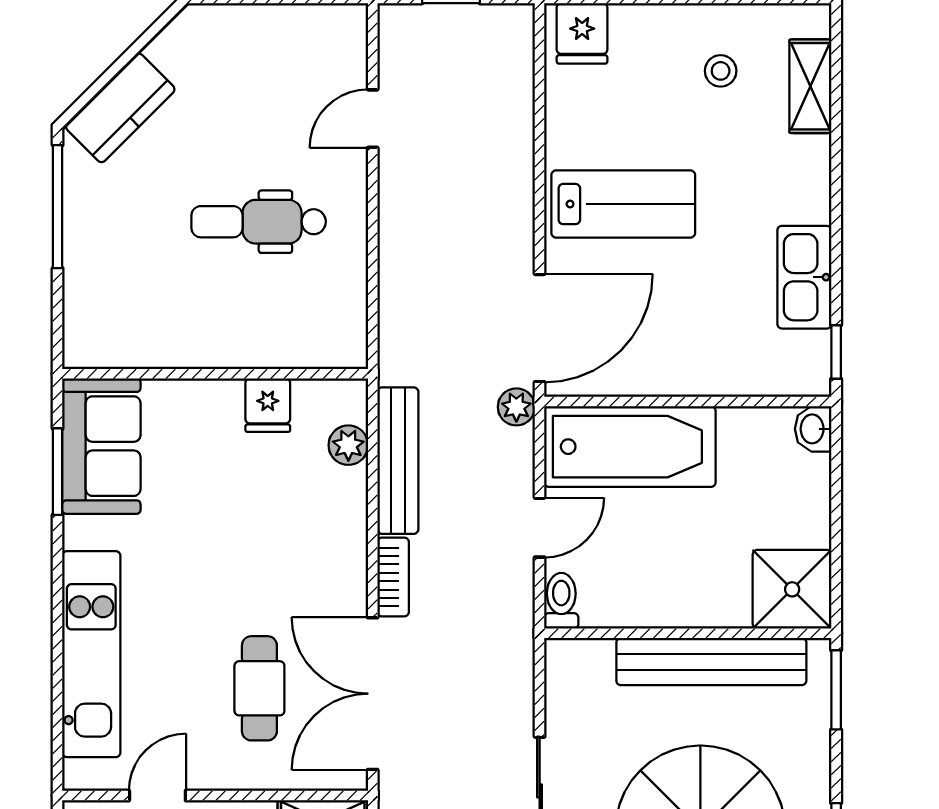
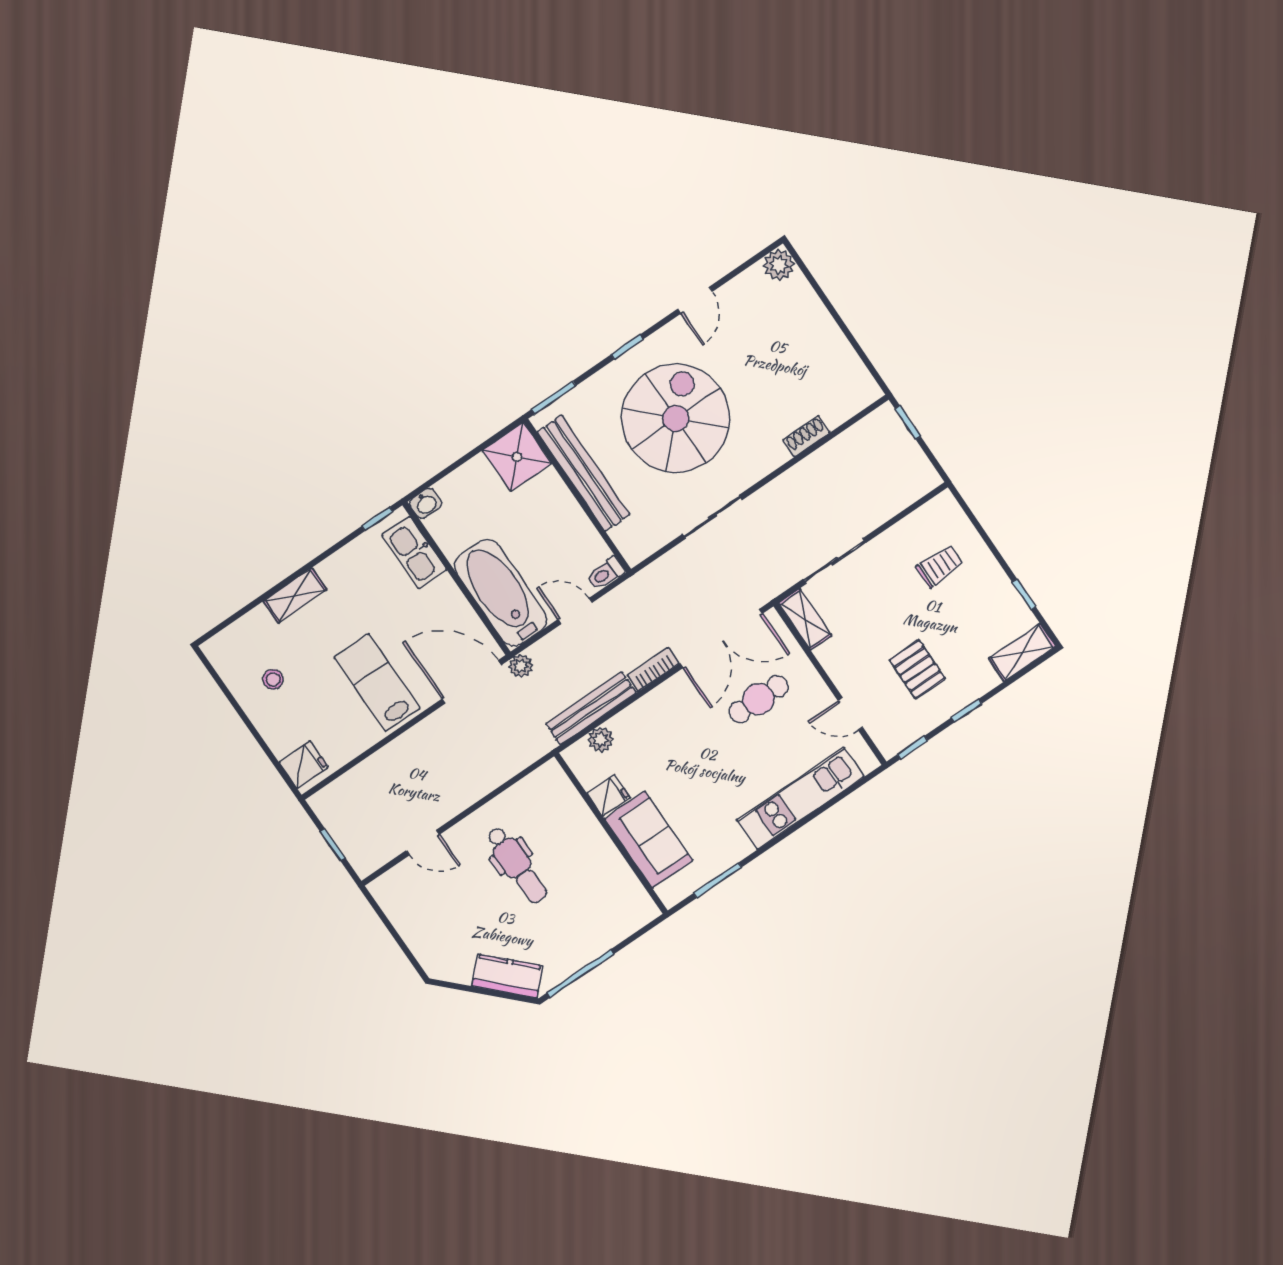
shelving: (810, 86) -> (295, 595), moved
kitchen sink: (804, 277) -> (414, 552), moved, turned 90
sofa: (101, 446) -> (649, 840), moved, turned 90

